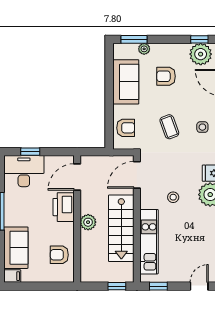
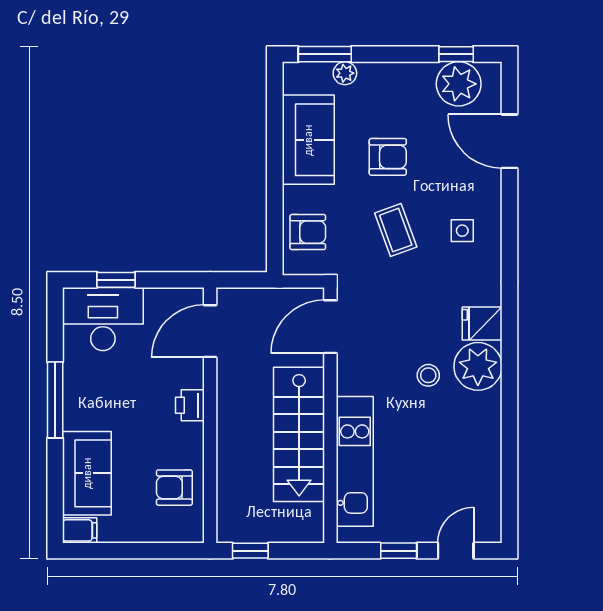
armchair: (166, 76) -> (388, 157), moved, turned 180
stool: (173, 197) -> (428, 375), moved
printer: (64, 207) -> (190, 405), width x0.53, depth x0.68
plant: (88, 222) -> (232, 422), removed
window: (117, 286) -> (250, 551), moved
window: (158, 286) -> (399, 551), moved

